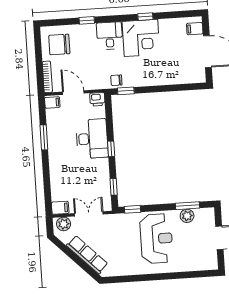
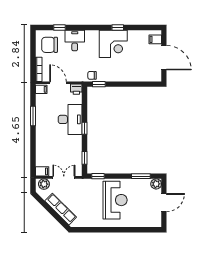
window: (87, 20) -> (60, 27), moved
desk: (110, 36) -> (75, 40), moved
plant: (187, 216) -> (156, 184), moved

